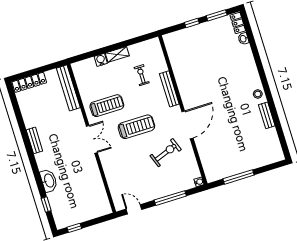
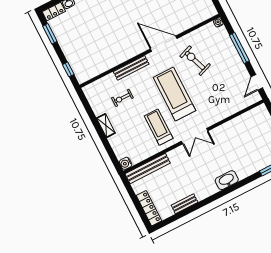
window: (192, 23) -> (68, 69), moved
water cooler: (101, 60) -> (126, 163), moved
treadmill: (136, 127) -> (174, 94), width x1.37, depth x1.38
double door: (92, 139) -> (195, 136), swing flipped
bench: (34, 140) -> (185, 204), moved
washbasin: (49, 181) -> (227, 180), moved

